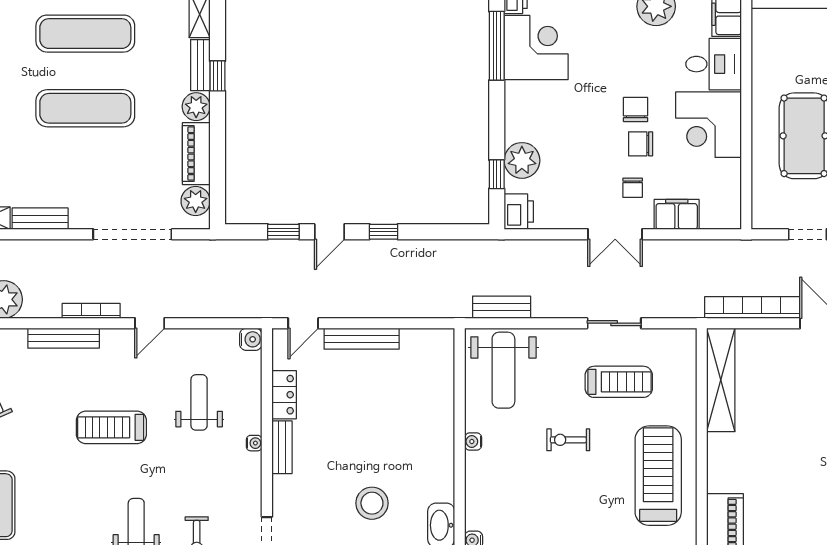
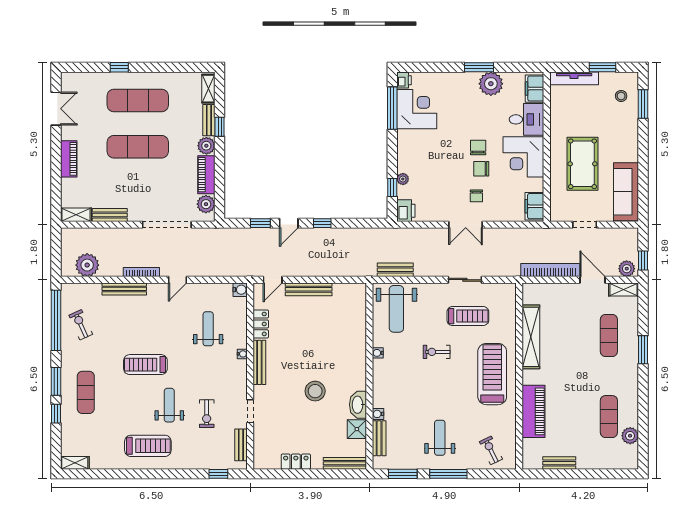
plant: (522, 160) -> (403, 179), width x0.53, depth x0.53
filing cabinet: (677, 214) -> (534, 206), moved, turned -90
shelving: (721, 380) -> (531, 337), moved
treadmill: (111, 427) -> (145, 365), moved
bench: (282, 447) -> (259, 362), width x1.36

